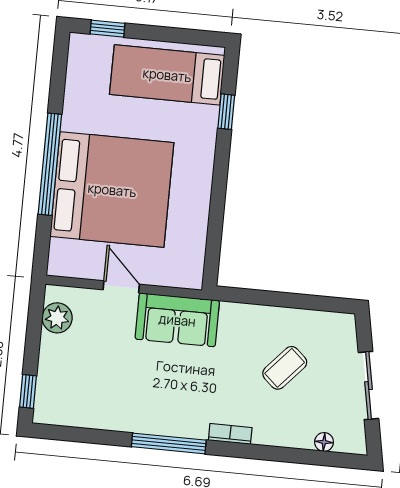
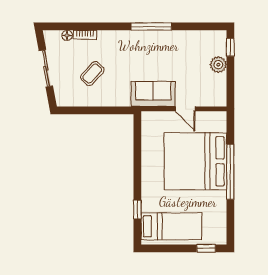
plant: (57, 318) -> (218, 65), moved
bookcase: (230, 434) -> (85, 35), moved

